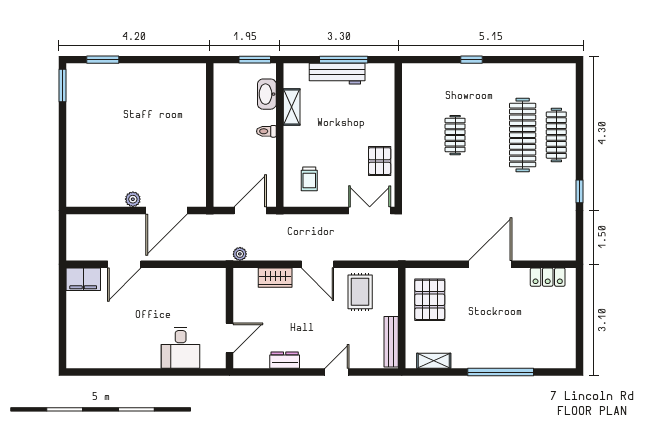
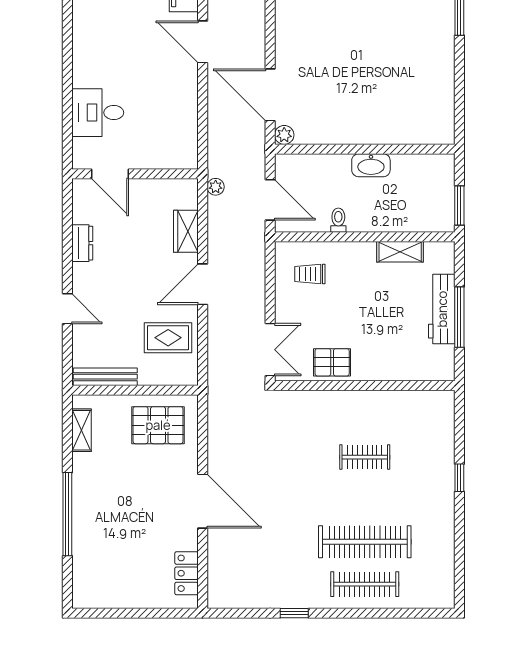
washbasin: (267, 94) -> (371, 165), moved, turned 180
toilet: (266, 131) -> (338, 220), moved
plant: (133, 199) -> (284, 135), moved

